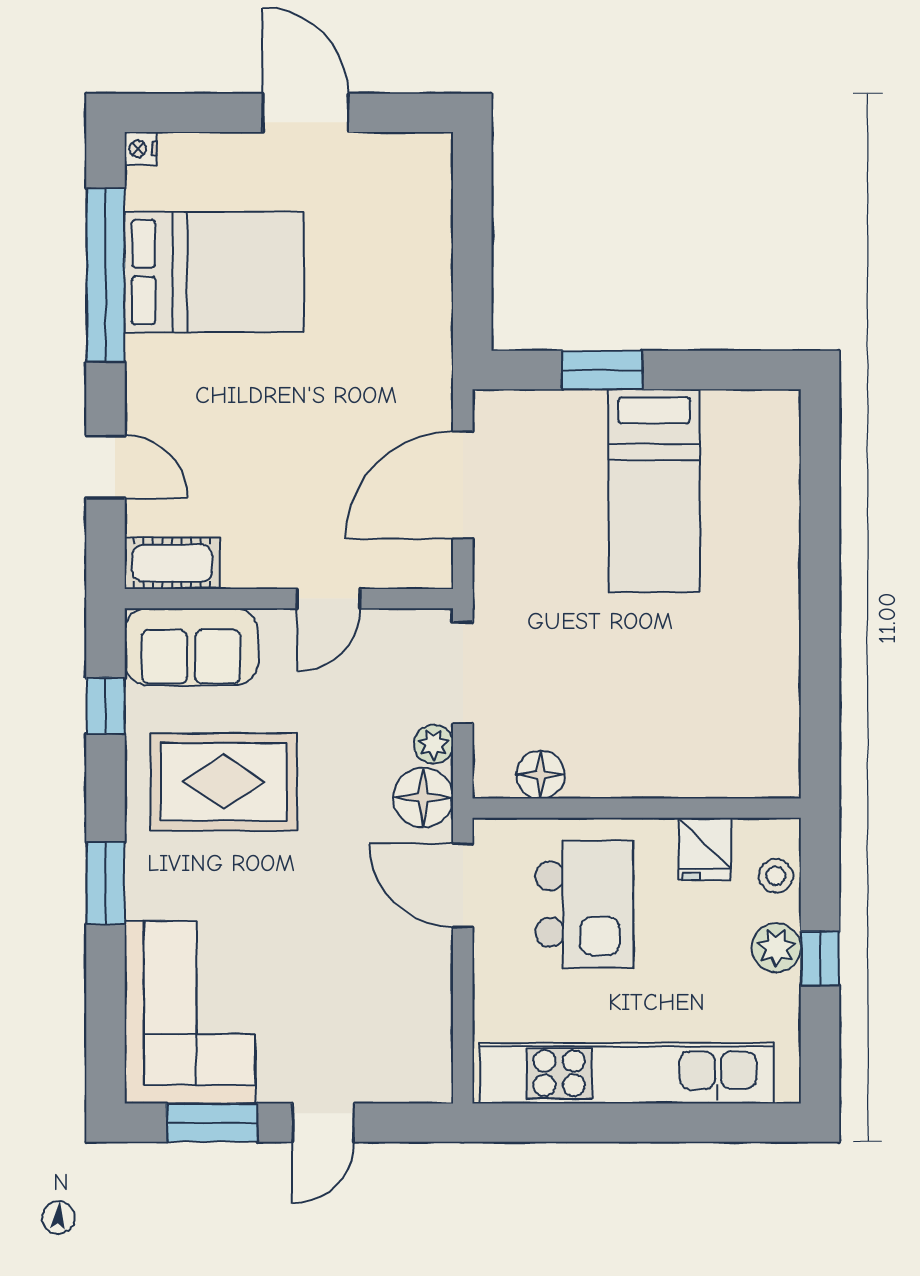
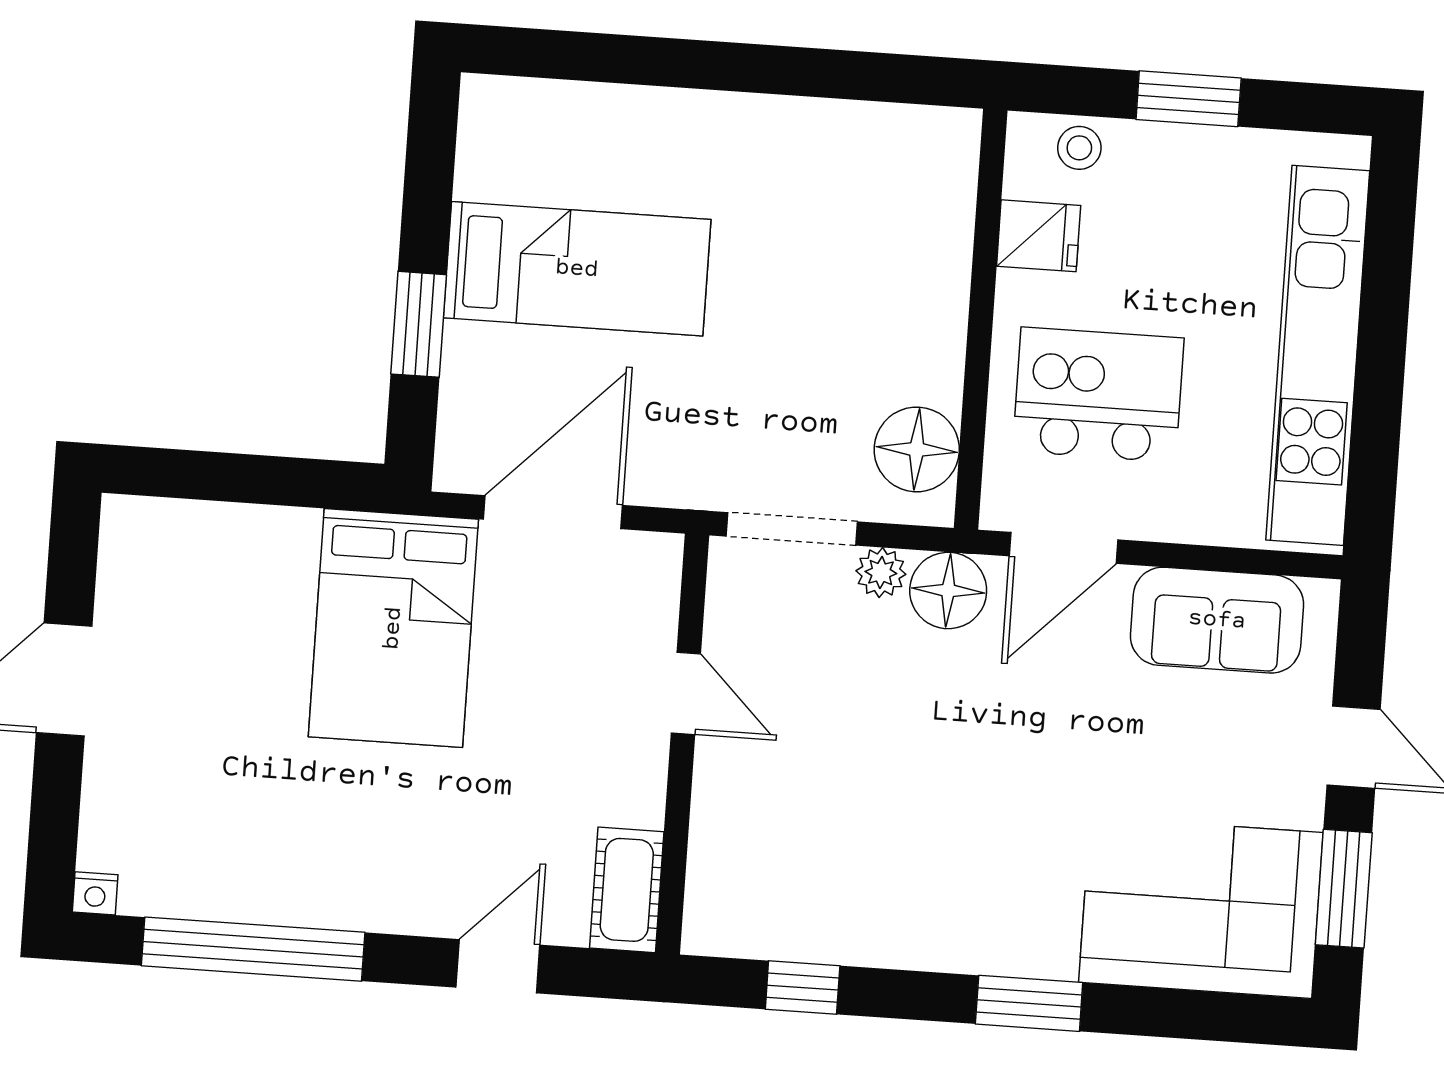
bed: (214, 272) -> (393, 628), moved, turned 180
door: (463, 485) -> (553, 512), swing flipped
sofa: (191, 647) -> (1217, 620), moved, turned 90
floor lamp: (541, 775) -> (917, 449), width x1.38, depth x1.38
rug: (224, 782) -> (910, 844), removed
plant: (776, 948) -> (1171, 154), removed
window: (820, 958) -> (1189, 99), width x1.50

